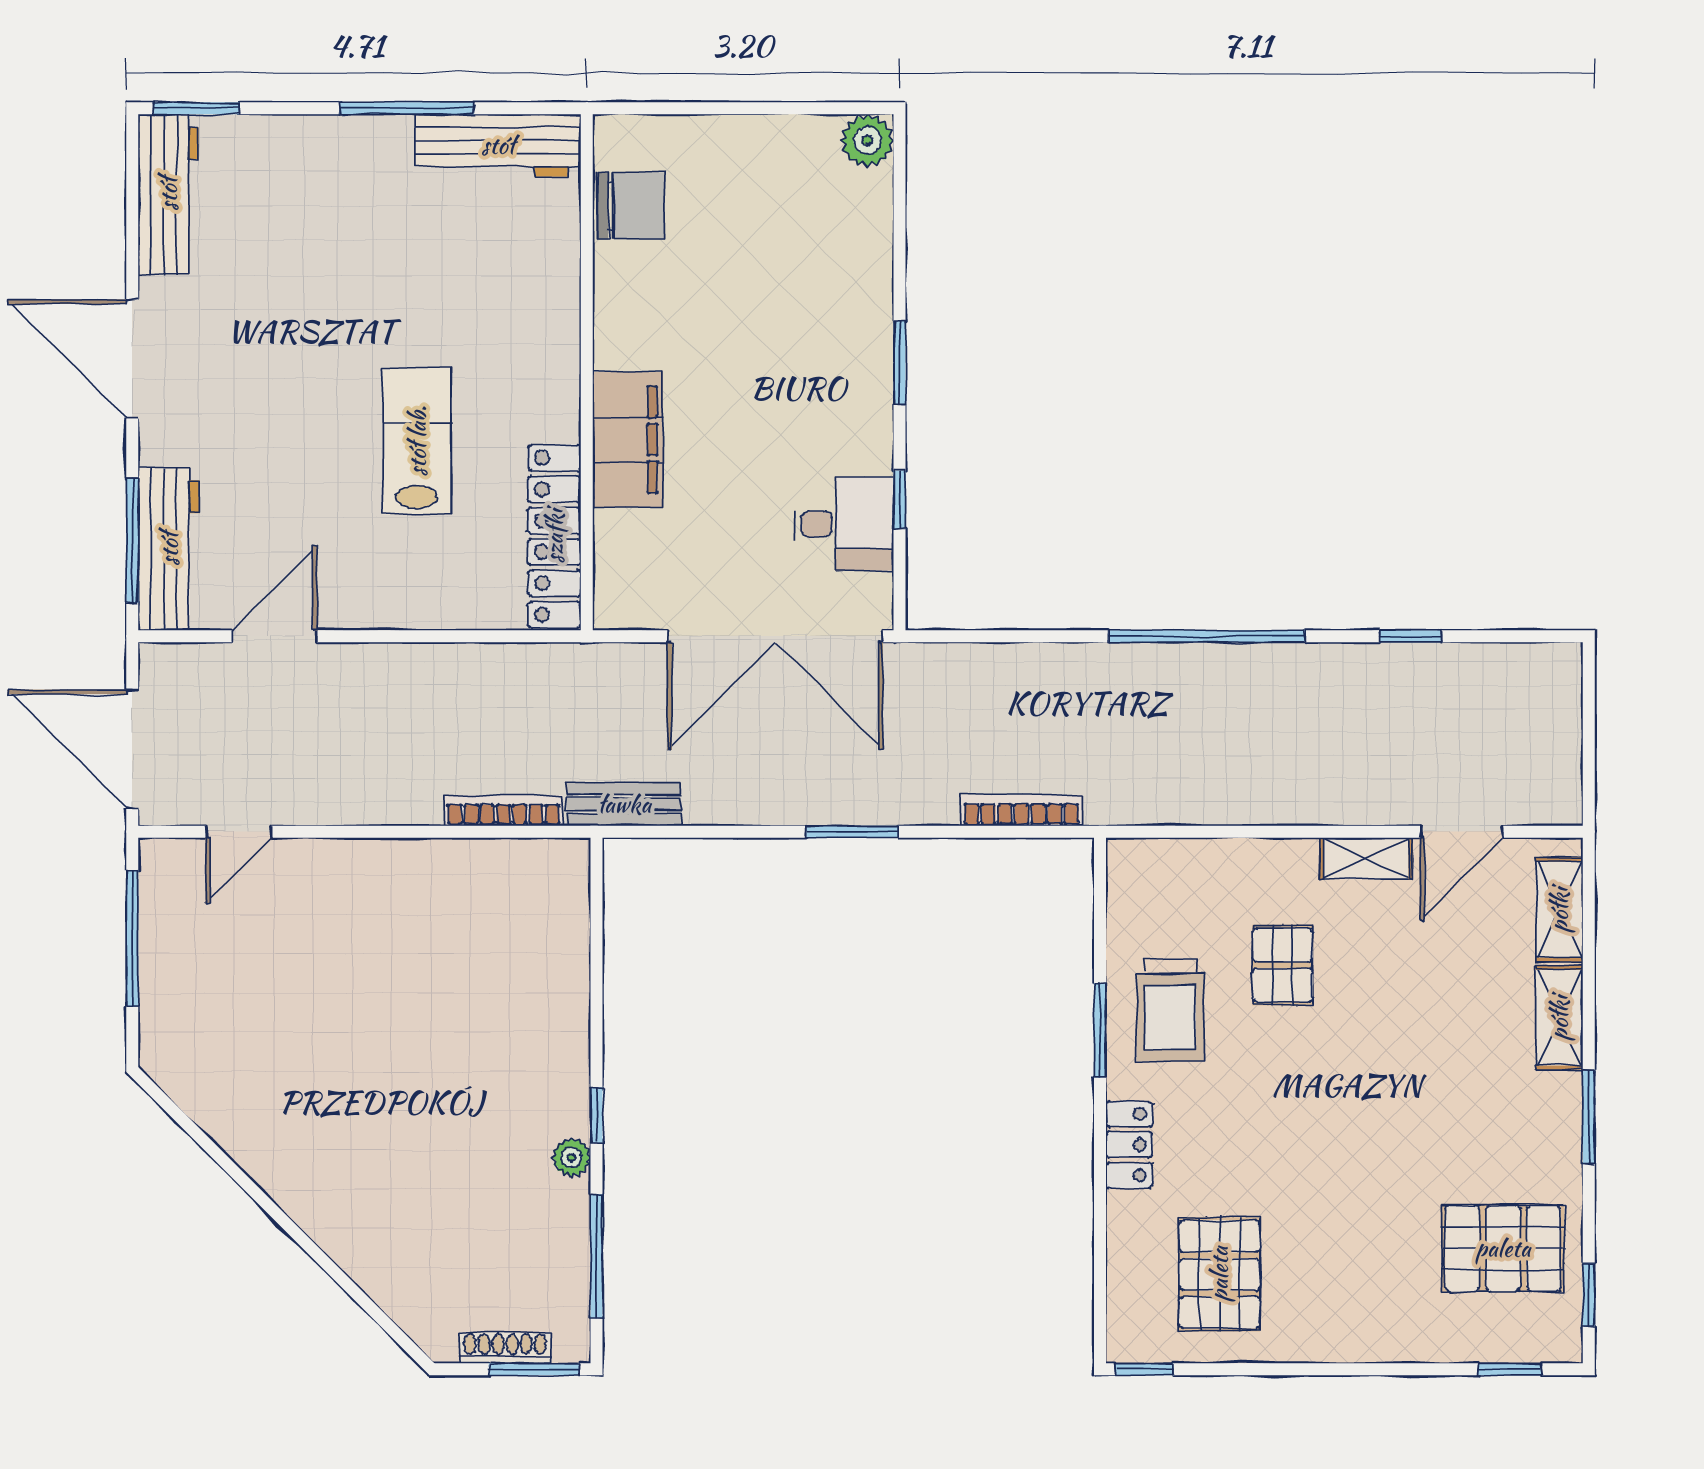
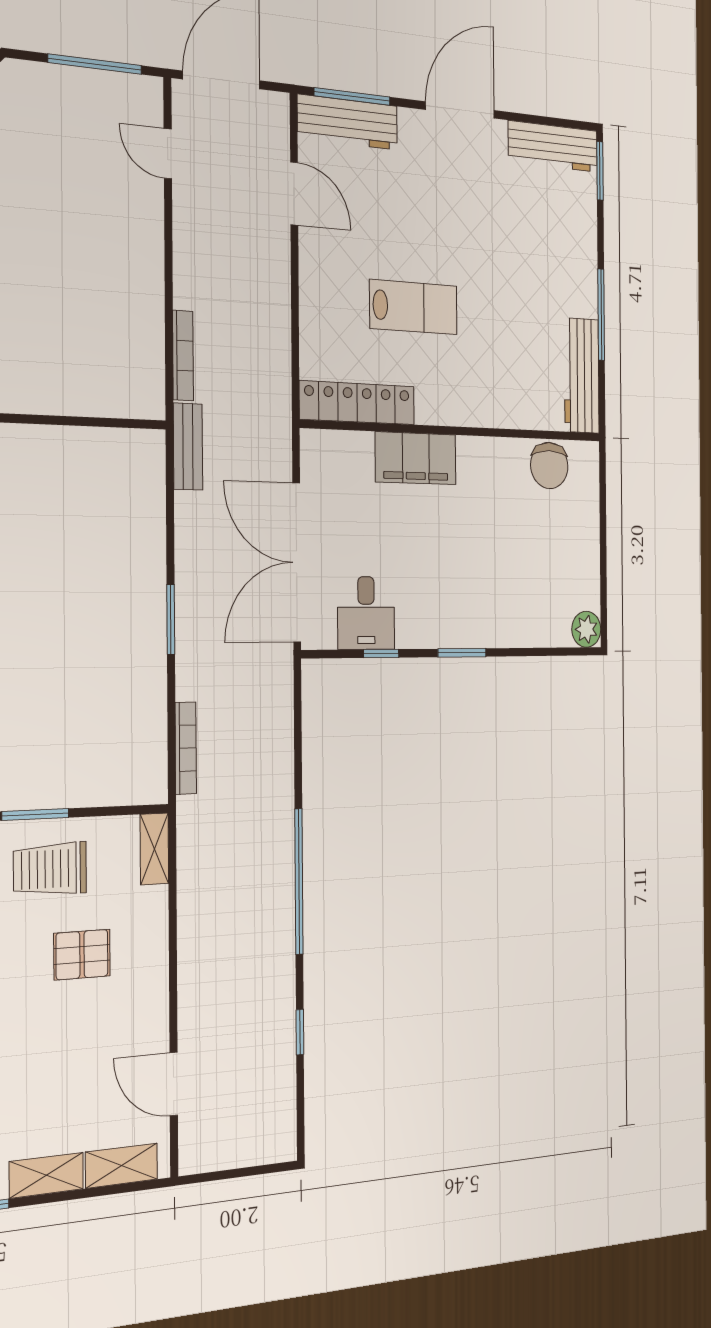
shelving: (1366, 858) -> (154, 849), moved

